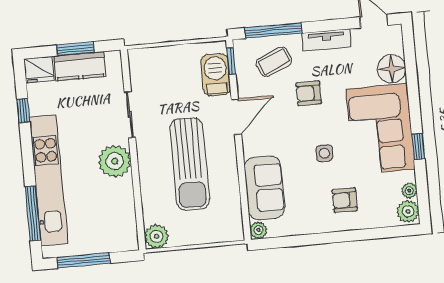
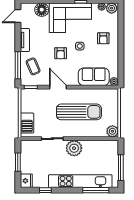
kitchen counter: (80, 66) -> (26, 161), removed
barbecue: (216, 75) -> (27, 123), moved, turned -90
armchair: (309, 93) -> (61, 53), moved

